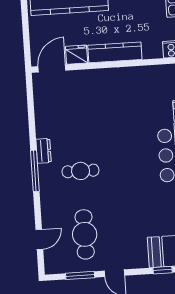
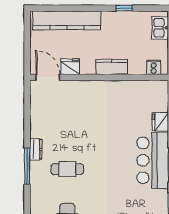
kitchen counter: (115, 52) -> (112, 67), width x0.67
door: (52, 68) -> (48, 77), hinge flipped

